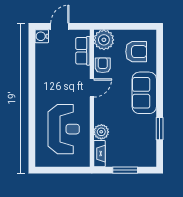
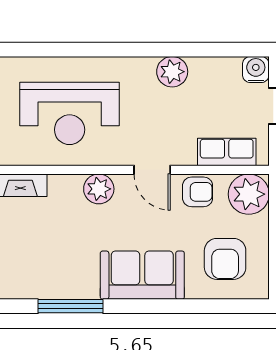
plant: (43, 78) -> (172, 72), added
window: (160, 129) -> (70, 306), width x1.44
plant: (101, 132) -> (99, 189), moved

